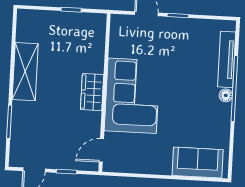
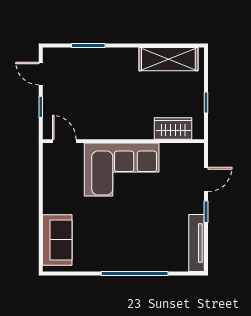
tv unit: (227, 59) -> (197, 243), moved, turned -90
shelving: (25, 72) -> (168, 59), moved
wardrobe: (92, 92) -> (173, 128), moved
floor lamp: (226, 95) -> (127, 265), removed

